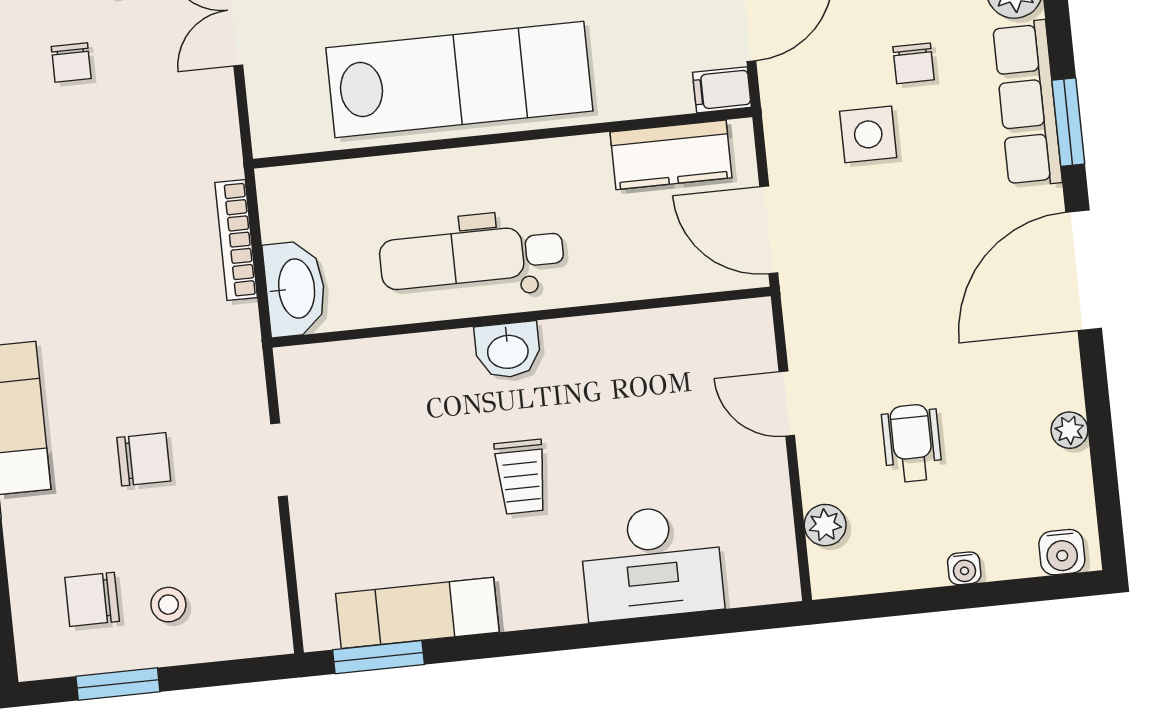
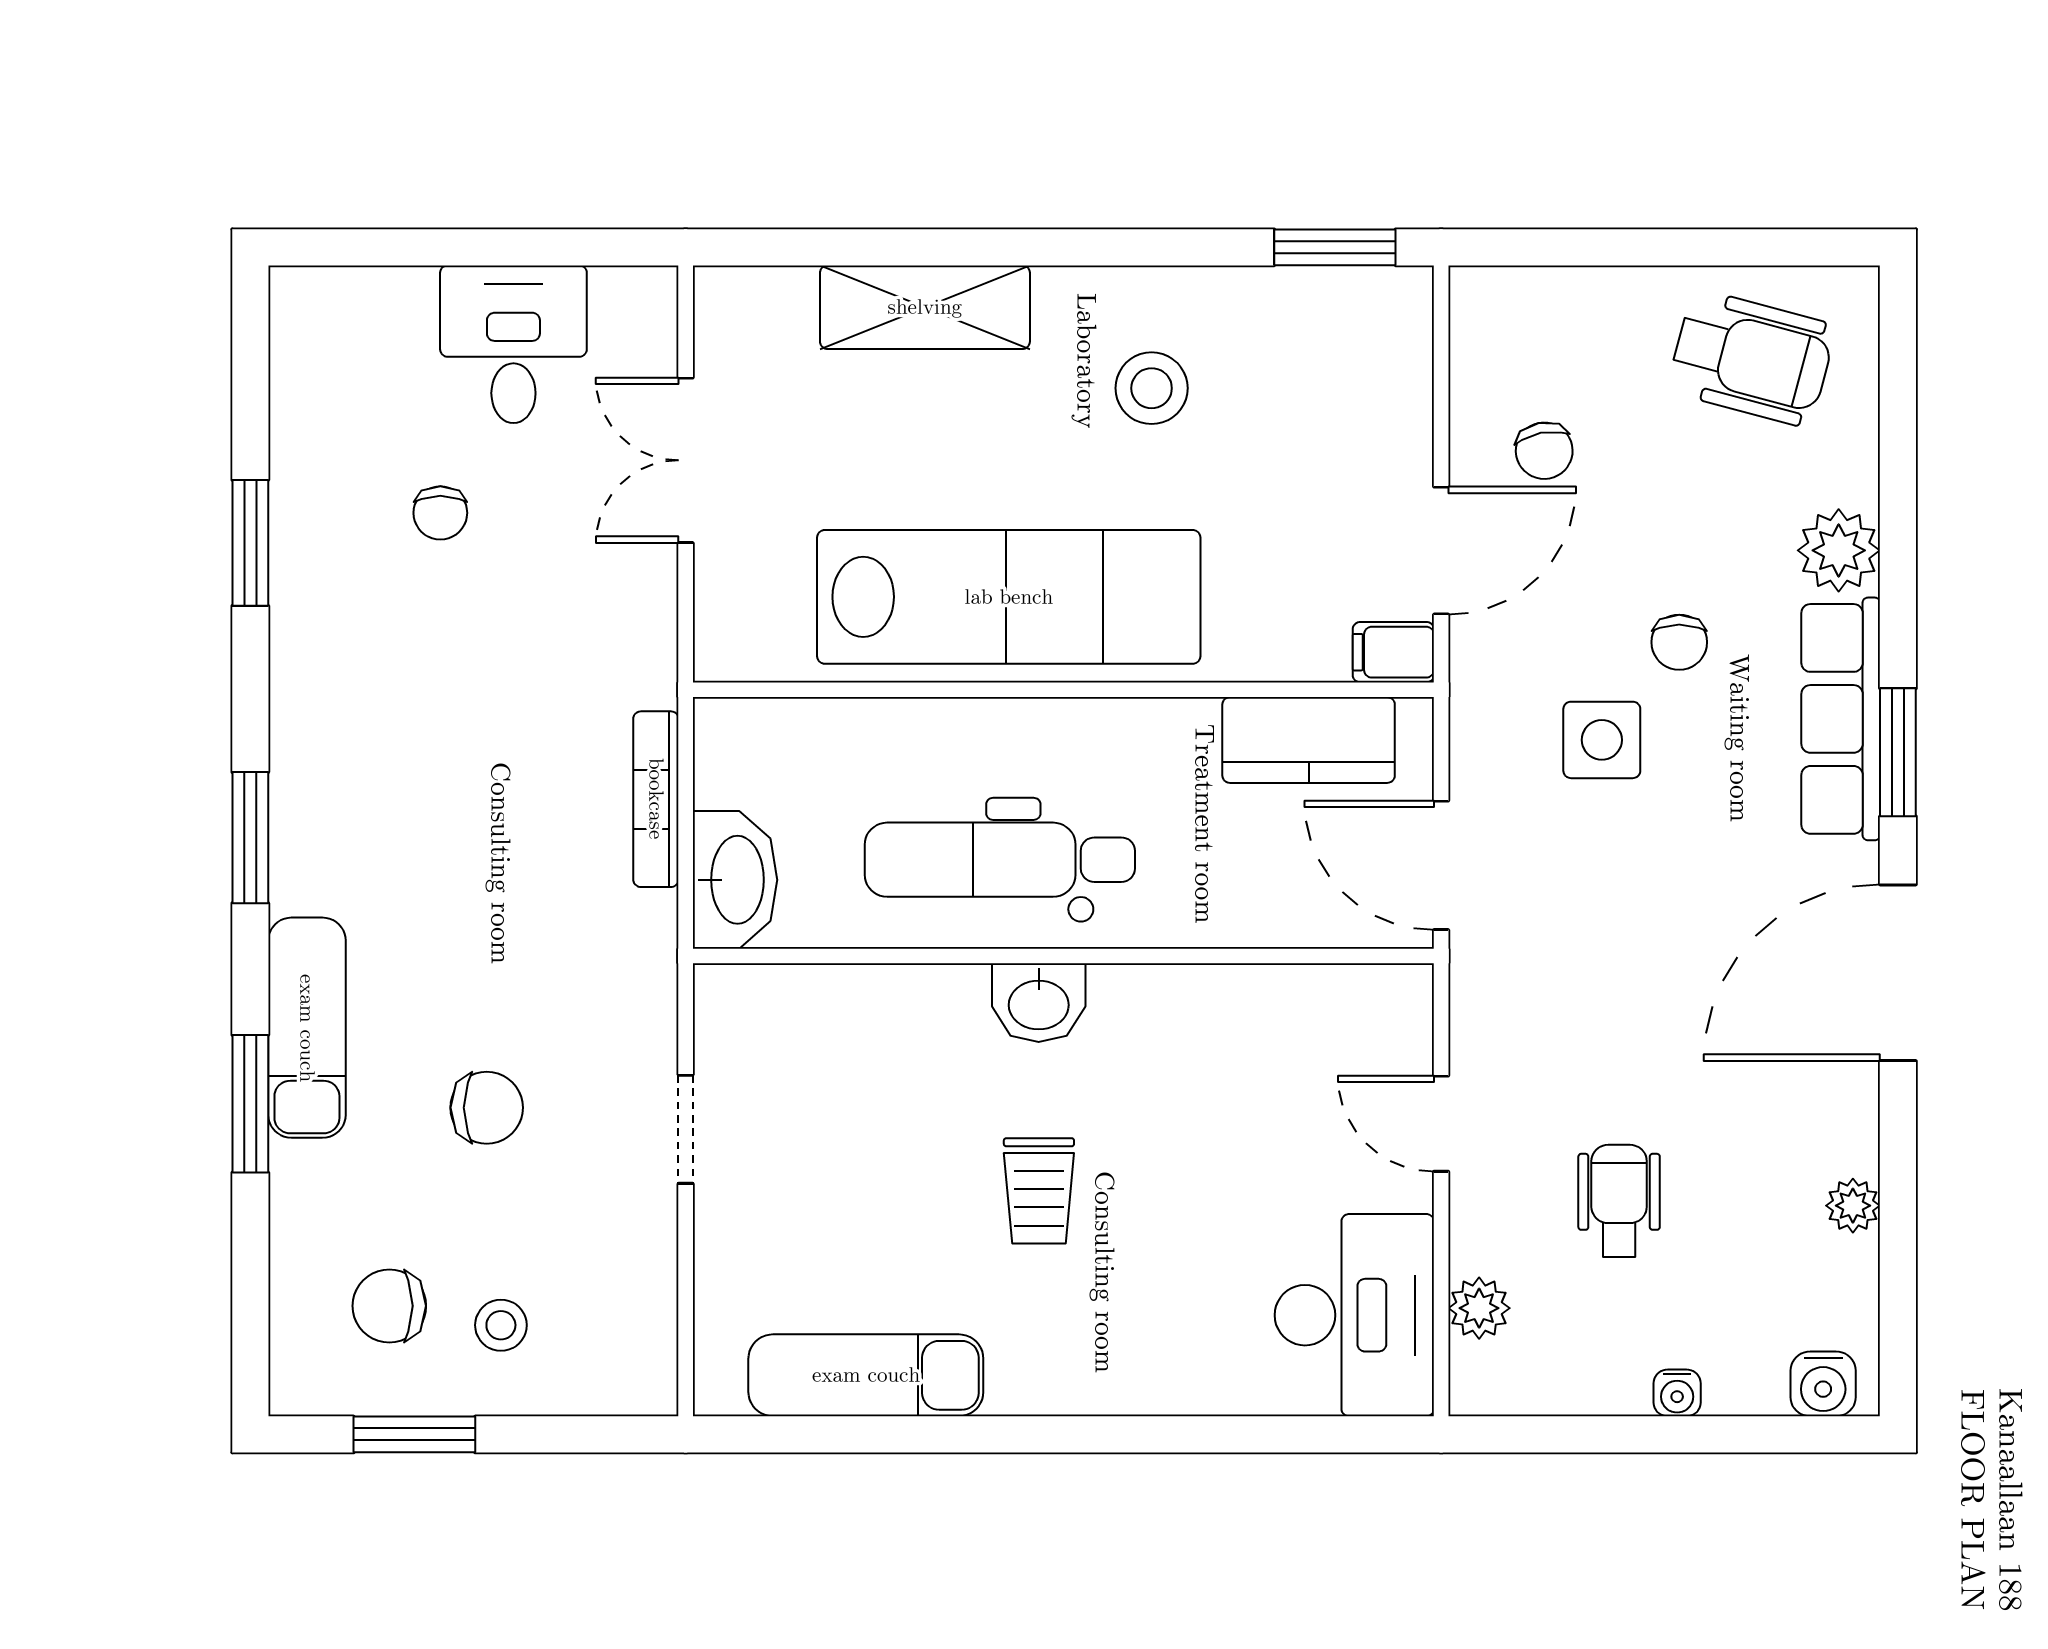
desk: (652, 563) -> (1354, 1315), moved, turned -90
window: (379, 657) -> (802, 1434), removed

